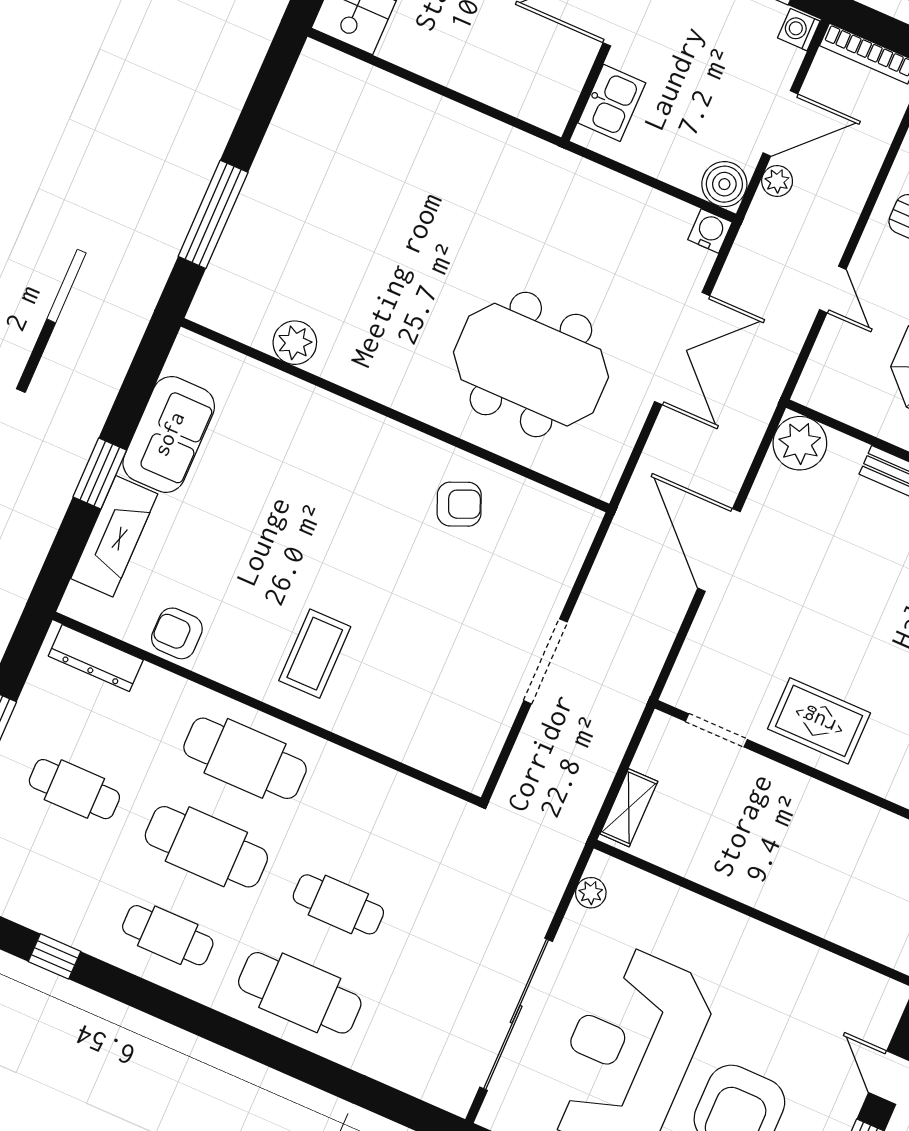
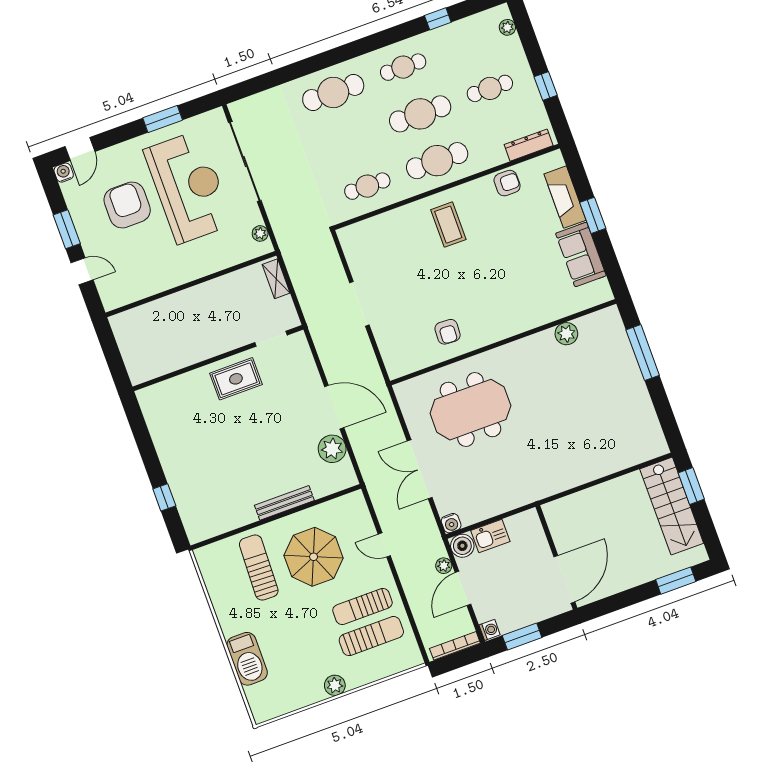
kitchen sink: (612, 103) -> (490, 536), moved, turned -90
plant: (800, 443) -> (332, 449), moved
armchair: (459, 504) -> (448, 332), turned -64
cafe table: (338, 904) -> (367, 186), moved

